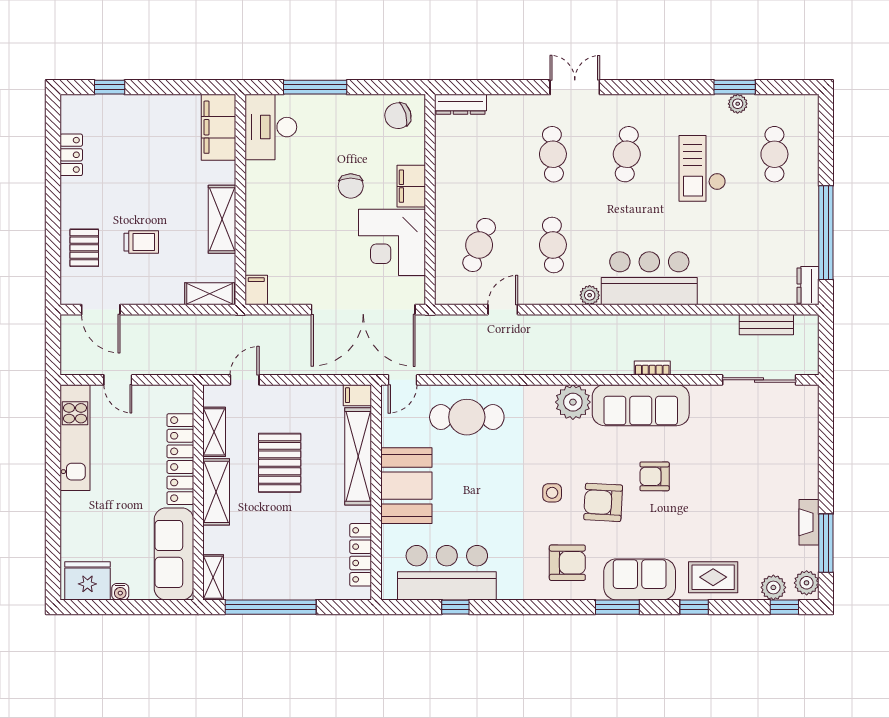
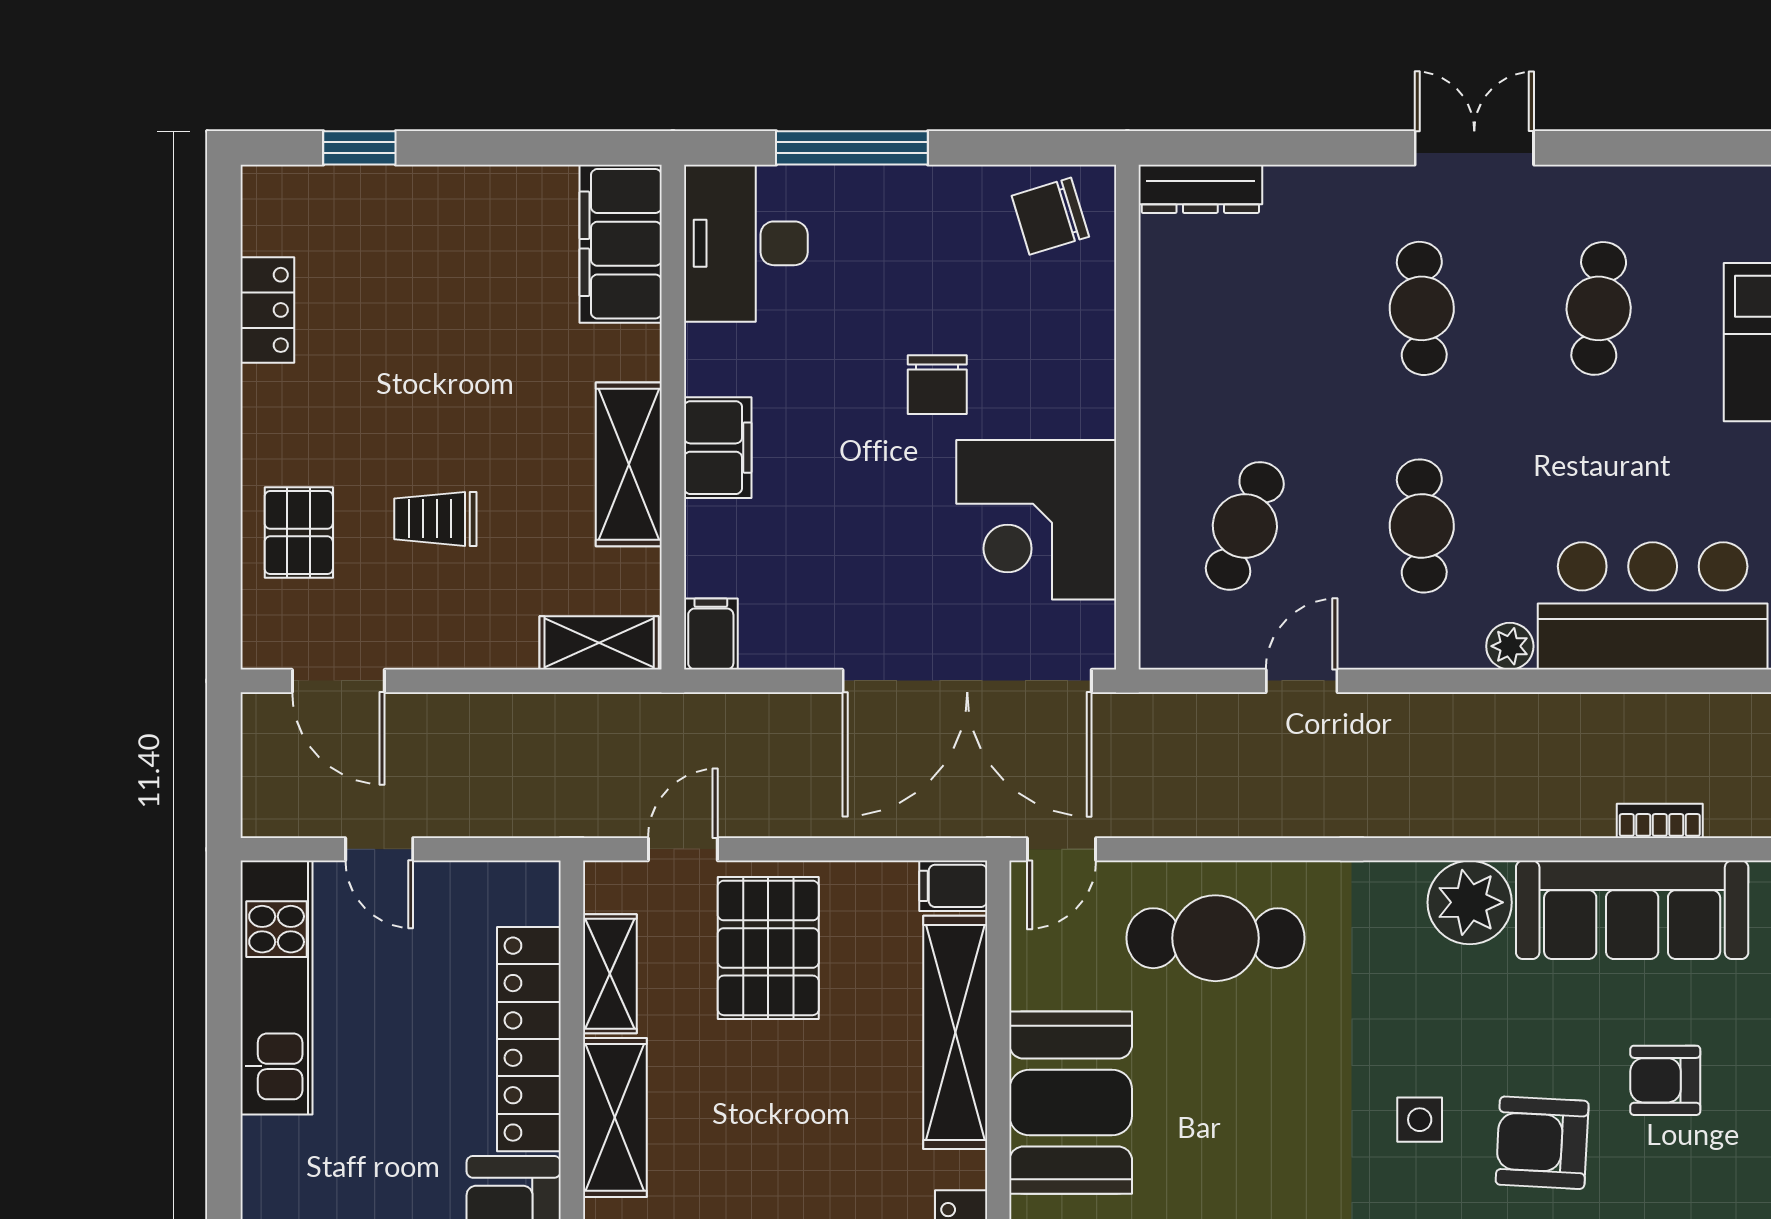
filing cabinet: (411, 186) -> (718, 448), moved, turned 180
trolley: (141, 242) -> (435, 519), turned 180
pallet: (280, 463) -> (768, 948), moved

